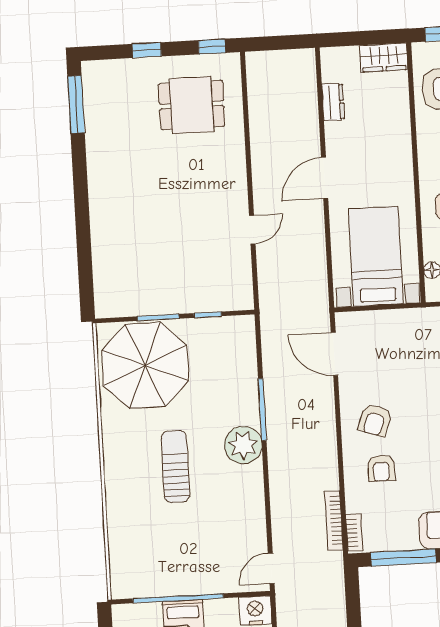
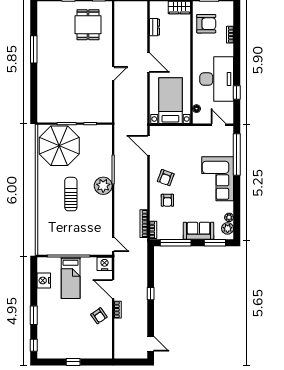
window: (76, 104) -> (34, 49), moved
dining table: (192, 105) -> (88, 25), turned 90
door: (325, 178) -> (148, 63), swing flipped
door: (252, 230) -> (113, 73), moved
door: (271, 568) -> (113, 244), swing flipped

